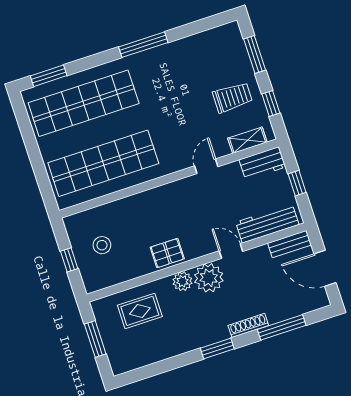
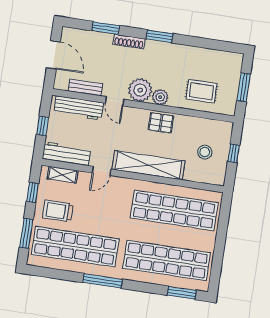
shop shelf: (193, 67) -> (75, 247), added
workbench: (262, 163) -> (67, 154), width x1.38
shelving: (157, 199) -> (148, 165), added
bench: (289, 244) -> (85, 87), moved
window: (282, 327) -> (106, 28), width x0.69

